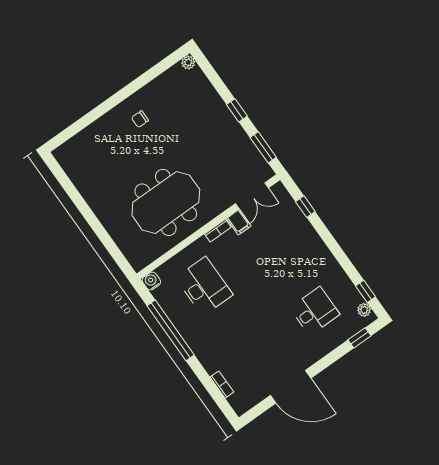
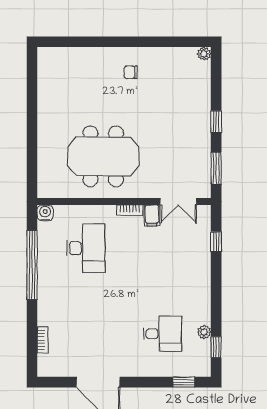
plant: (364, 310) -> (204, 332), moved

